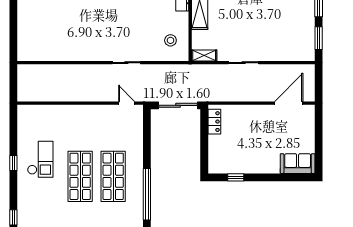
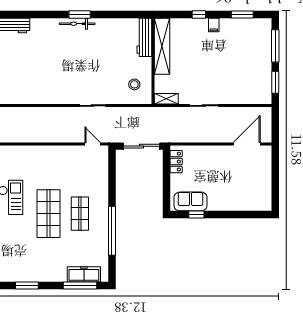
sofa: (298, 164) -> (191, 201), moved
shop shelf: (113, 176) -> (80, 214), width x0.70, depth x0.74

